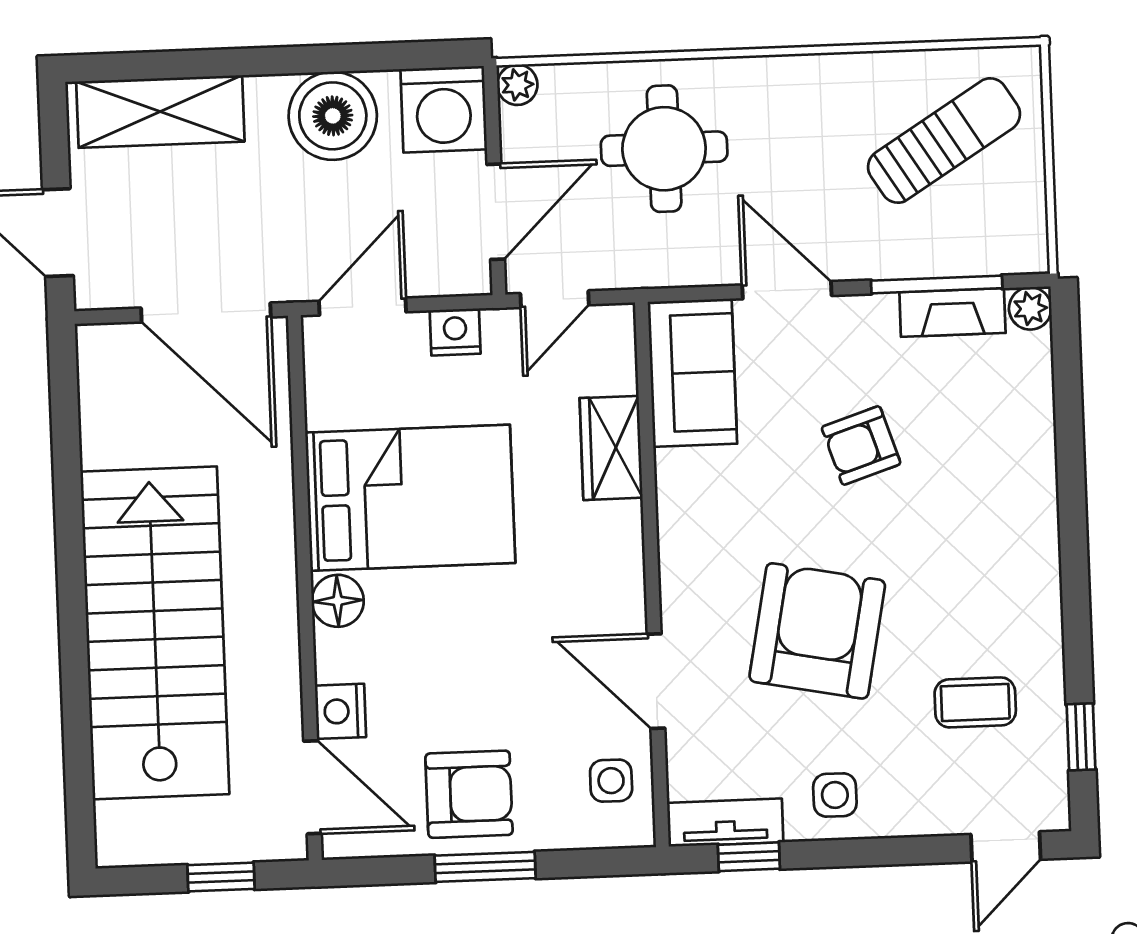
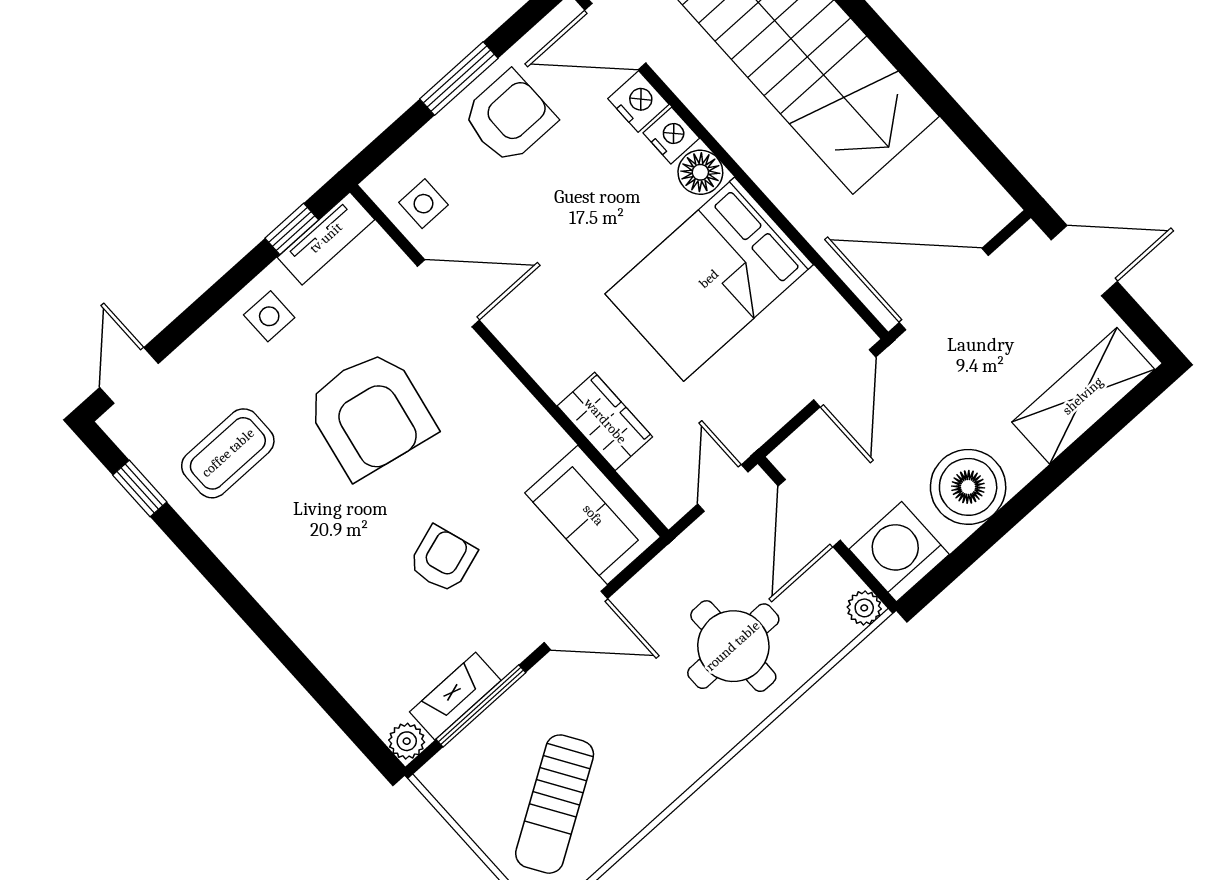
nightstand: (455, 332) -> (671, 136), moved, turned -90
coffee table: (975, 702) -> (228, 453), width x1.36, depth x1.30
armchair: (469, 794) -> (509, 117), turned 180

